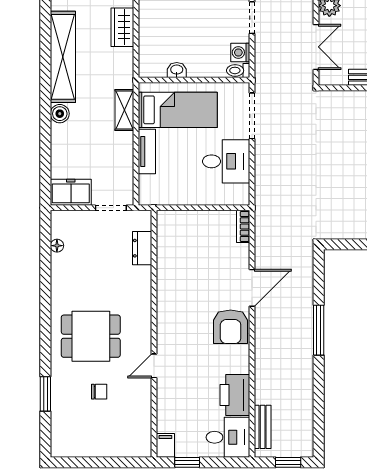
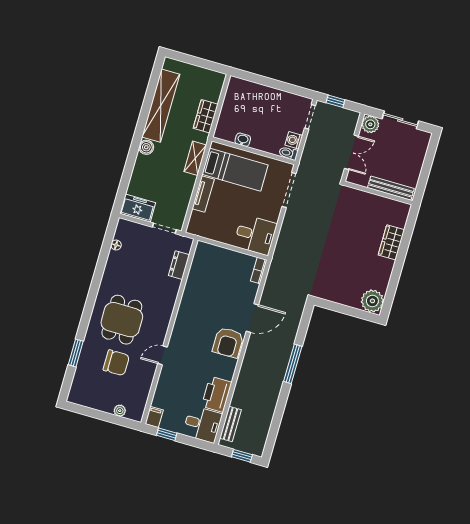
wardrobe: (122, 27) -> (206, 116), moved
desk: (226, 161) -> (255, 235), moved
dining table: (91, 336) -> (122, 320), turned 90
chair: (99, 392) -> (116, 363), width x1.87, depth x1.87
plant: (121, 450) -> (120, 411), added

